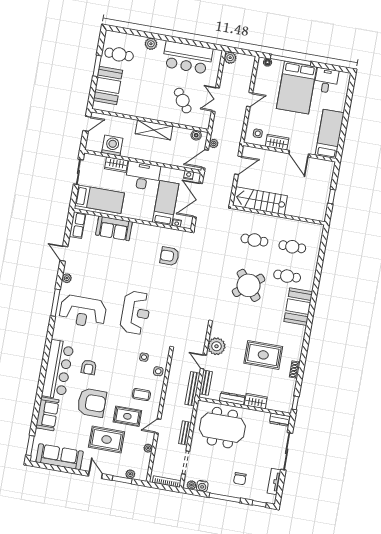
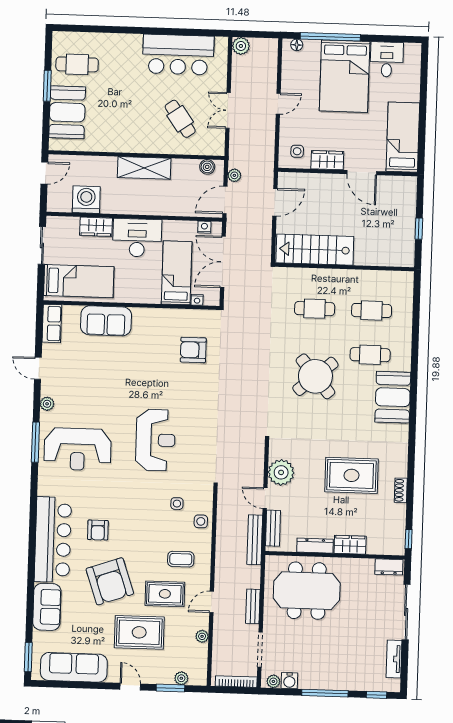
plant: (151, 44) -> (122, 42), removed
armchair: (92, 403) -> (110, 581), turned 71
chair: (240, 479) -> (343, 662), removed

